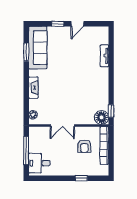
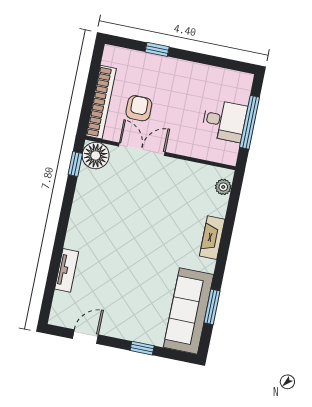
door: (77, 24) -> (85, 337), moved
double door: (62, 126) -> (142, 149), moved
desk: (39, 163) -> (224, 121), moved

